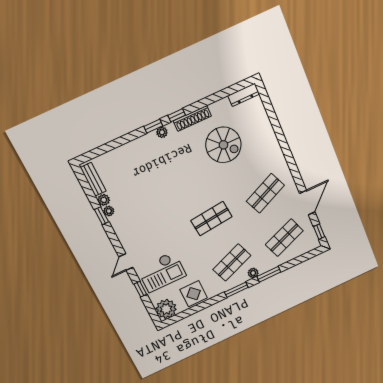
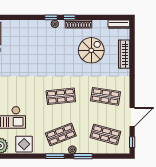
wardrobe: (266, 131) -> (124, 54), added
spiral stairs: (223, 145) -> (91, 50), turned -90
shop shelf: (265, 193) -> (105, 96), turned 33
shop shelf: (284, 238) -> (105, 134), turned 36

